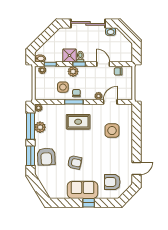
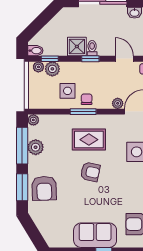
plant: (73, 71) -> (52, 69), moved
armchair: (75, 162) -> (90, 172), moved

